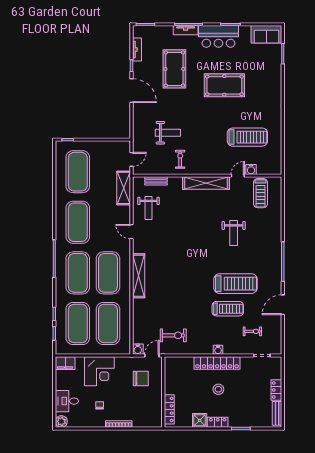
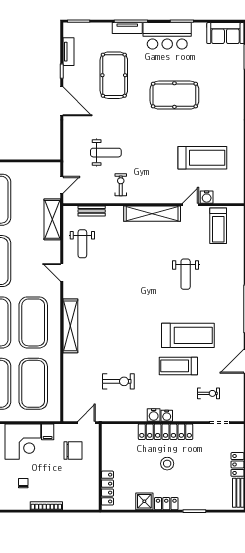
treadmill: (228, 309) -> (178, 366), turned 180
exercise bike: (173, 335) -> (118, 381), moved
water cooler: (138, 349) -> (154, 415), moved
filing cabinet: (120, 363) -> (48, 432), added

